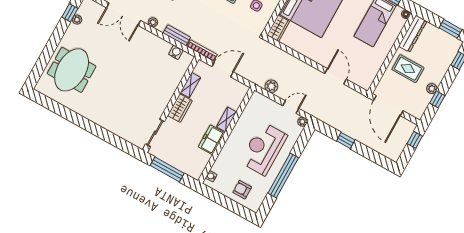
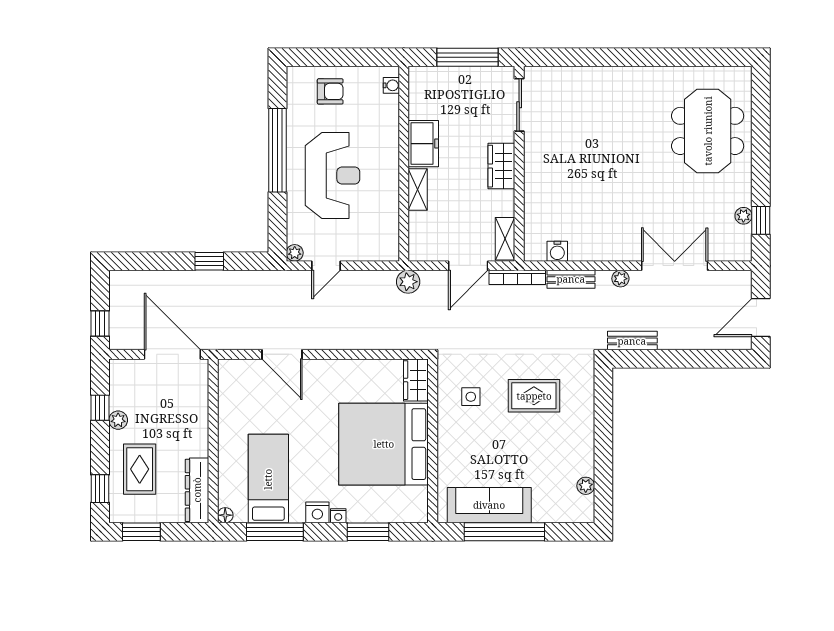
rug: (408, 69) -> (140, 469), moved, turned 90
shelving: (191, 85) -> (505, 239), moved
plant: (271, 86) -> (408, 282), moved

